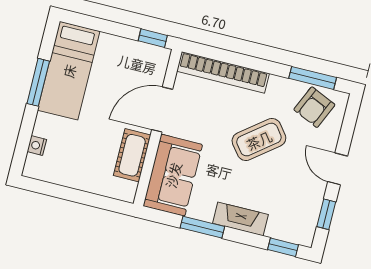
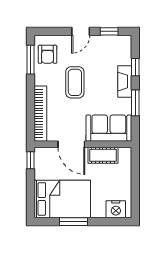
bed: (69, 71) -> (62, 199), width x1.50
armchair: (314, 107) -> (48, 54), turned 66
coffee table: (259, 140) -> (75, 82), turned 38
nightstand: (37, 146) -> (116, 209), width x1.89, depth x1.79
window: (283, 247) -> (135, 67), moved

